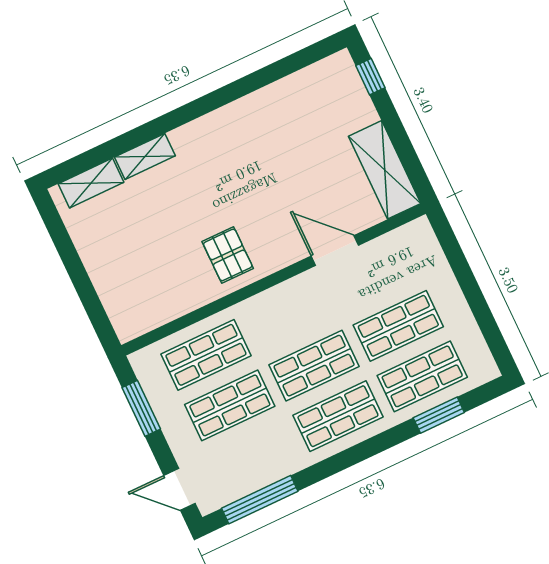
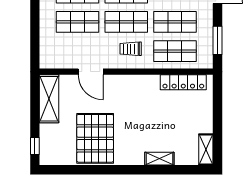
shelving: (91, 183) -> (206, 150), moved, turned 90
pallet: (228, 255) -> (95, 138), moved, width x2.05, depth x2.00
locker: (166, 308) -> (183, 82), added
trolley: (285, 323) -> (131, 49), added

